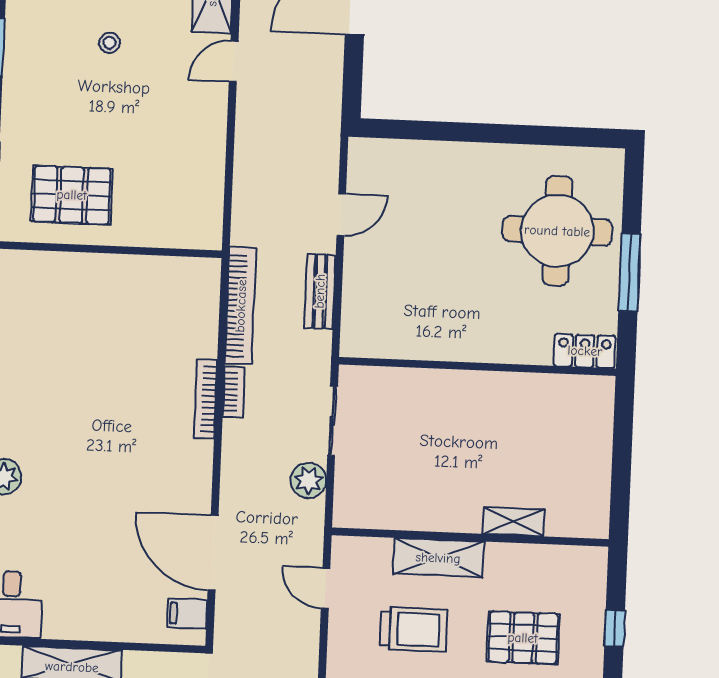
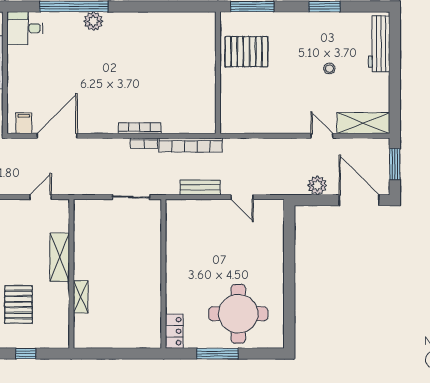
pallet: (72, 195) -> (246, 52), turned 90
plant: (308, 480) -> (317, 185), moved
trolley: (414, 630) -> (20, 245), removed

